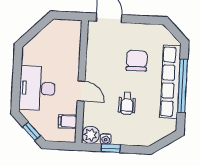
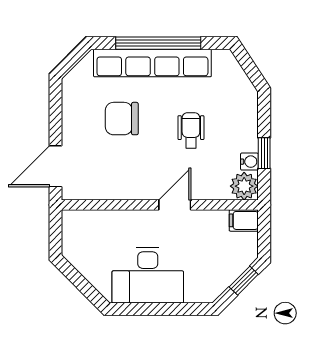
desk: (37, 88) -> (148, 275), moved
wheelchair: (127, 103) -> (191, 130), turned -90
filing cabinet: (68, 121) -> (244, 220), moved, turned 90

